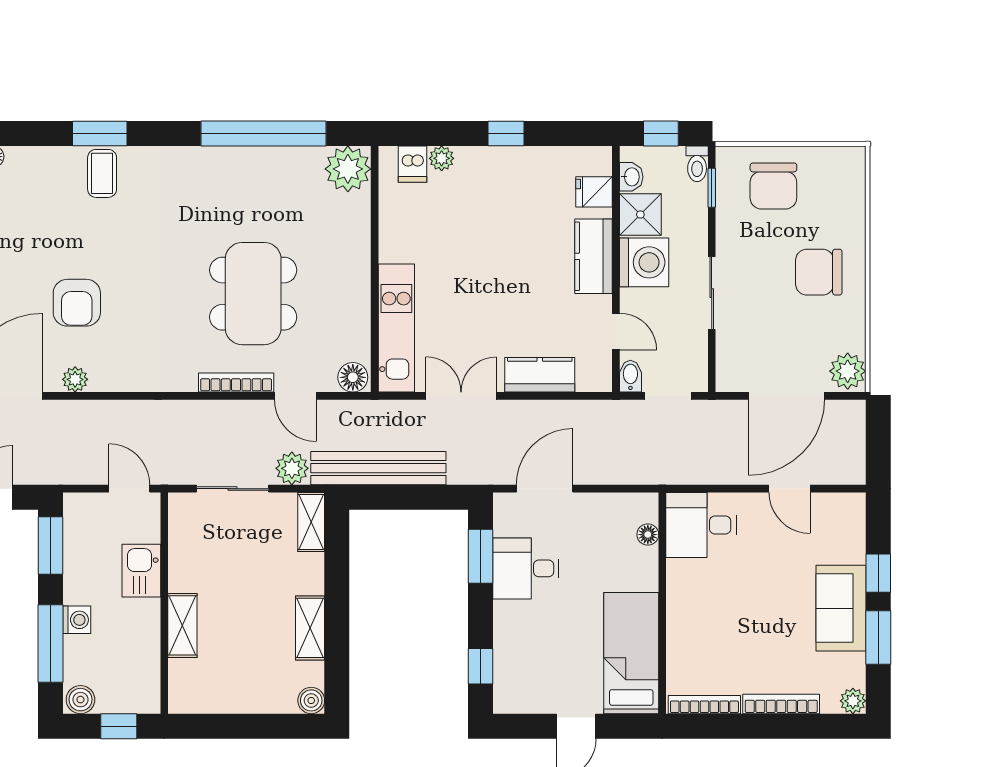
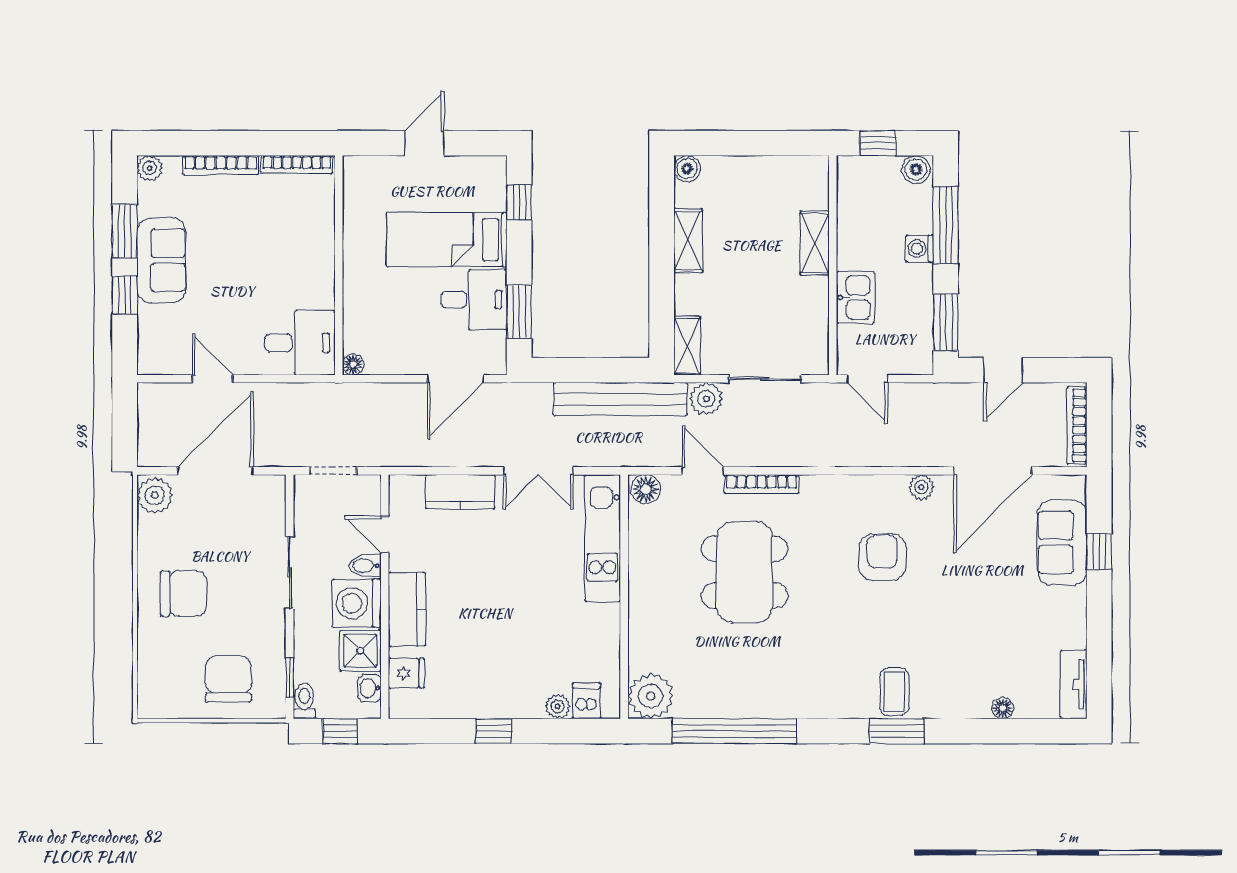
armchair: (77, 303) -> (882, 557), moved
bidet: (630, 376) -> (365, 566), moved, turned 90
floor lamp: (648, 535) -> (353, 364), moved
bed: (631, 653) -> (447, 240), moved, turned 90

